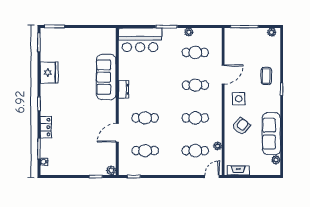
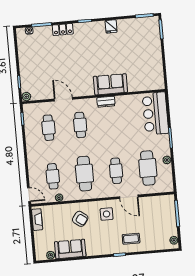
cafe table: (195, 52) -> (148, 168), width x1.37, depth x1.35
fridge: (49, 72) -> (111, 26), width x0.53, depth x0.75
sofa: (106, 77) -> (110, 84), width x0.73
cafe table: (195, 118) -> (84, 174), width x1.37, depth x1.35
sofa: (271, 134) -> (70, 249), width x0.73

